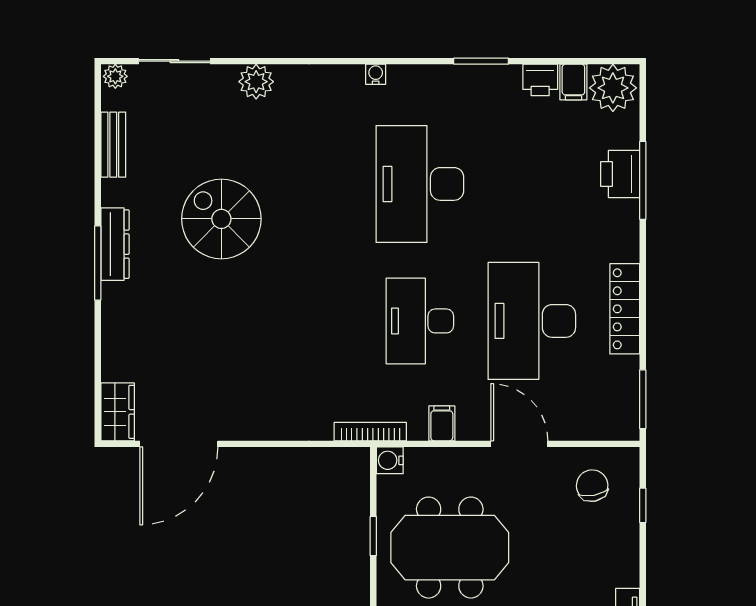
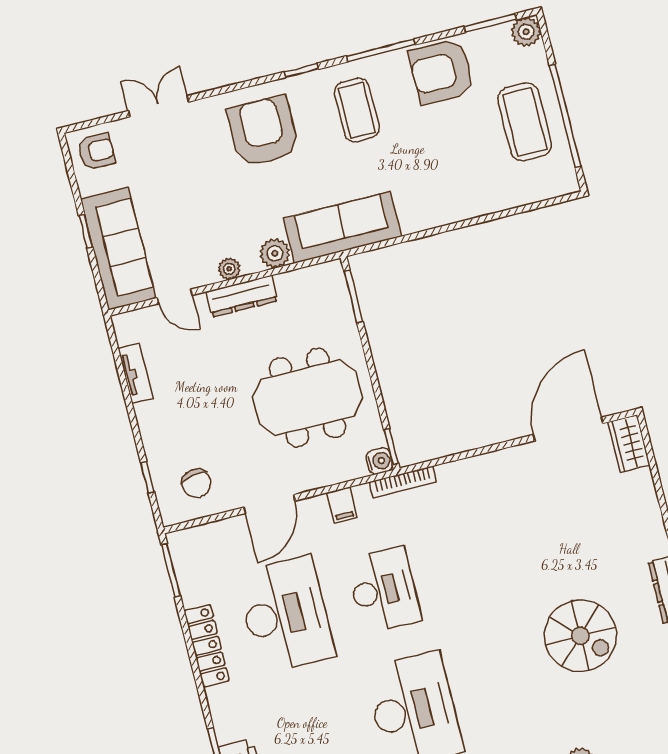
door: (519, 444) -> (269, 504), hinge flipped
window: (373, 536) -> (391, 446), moved

